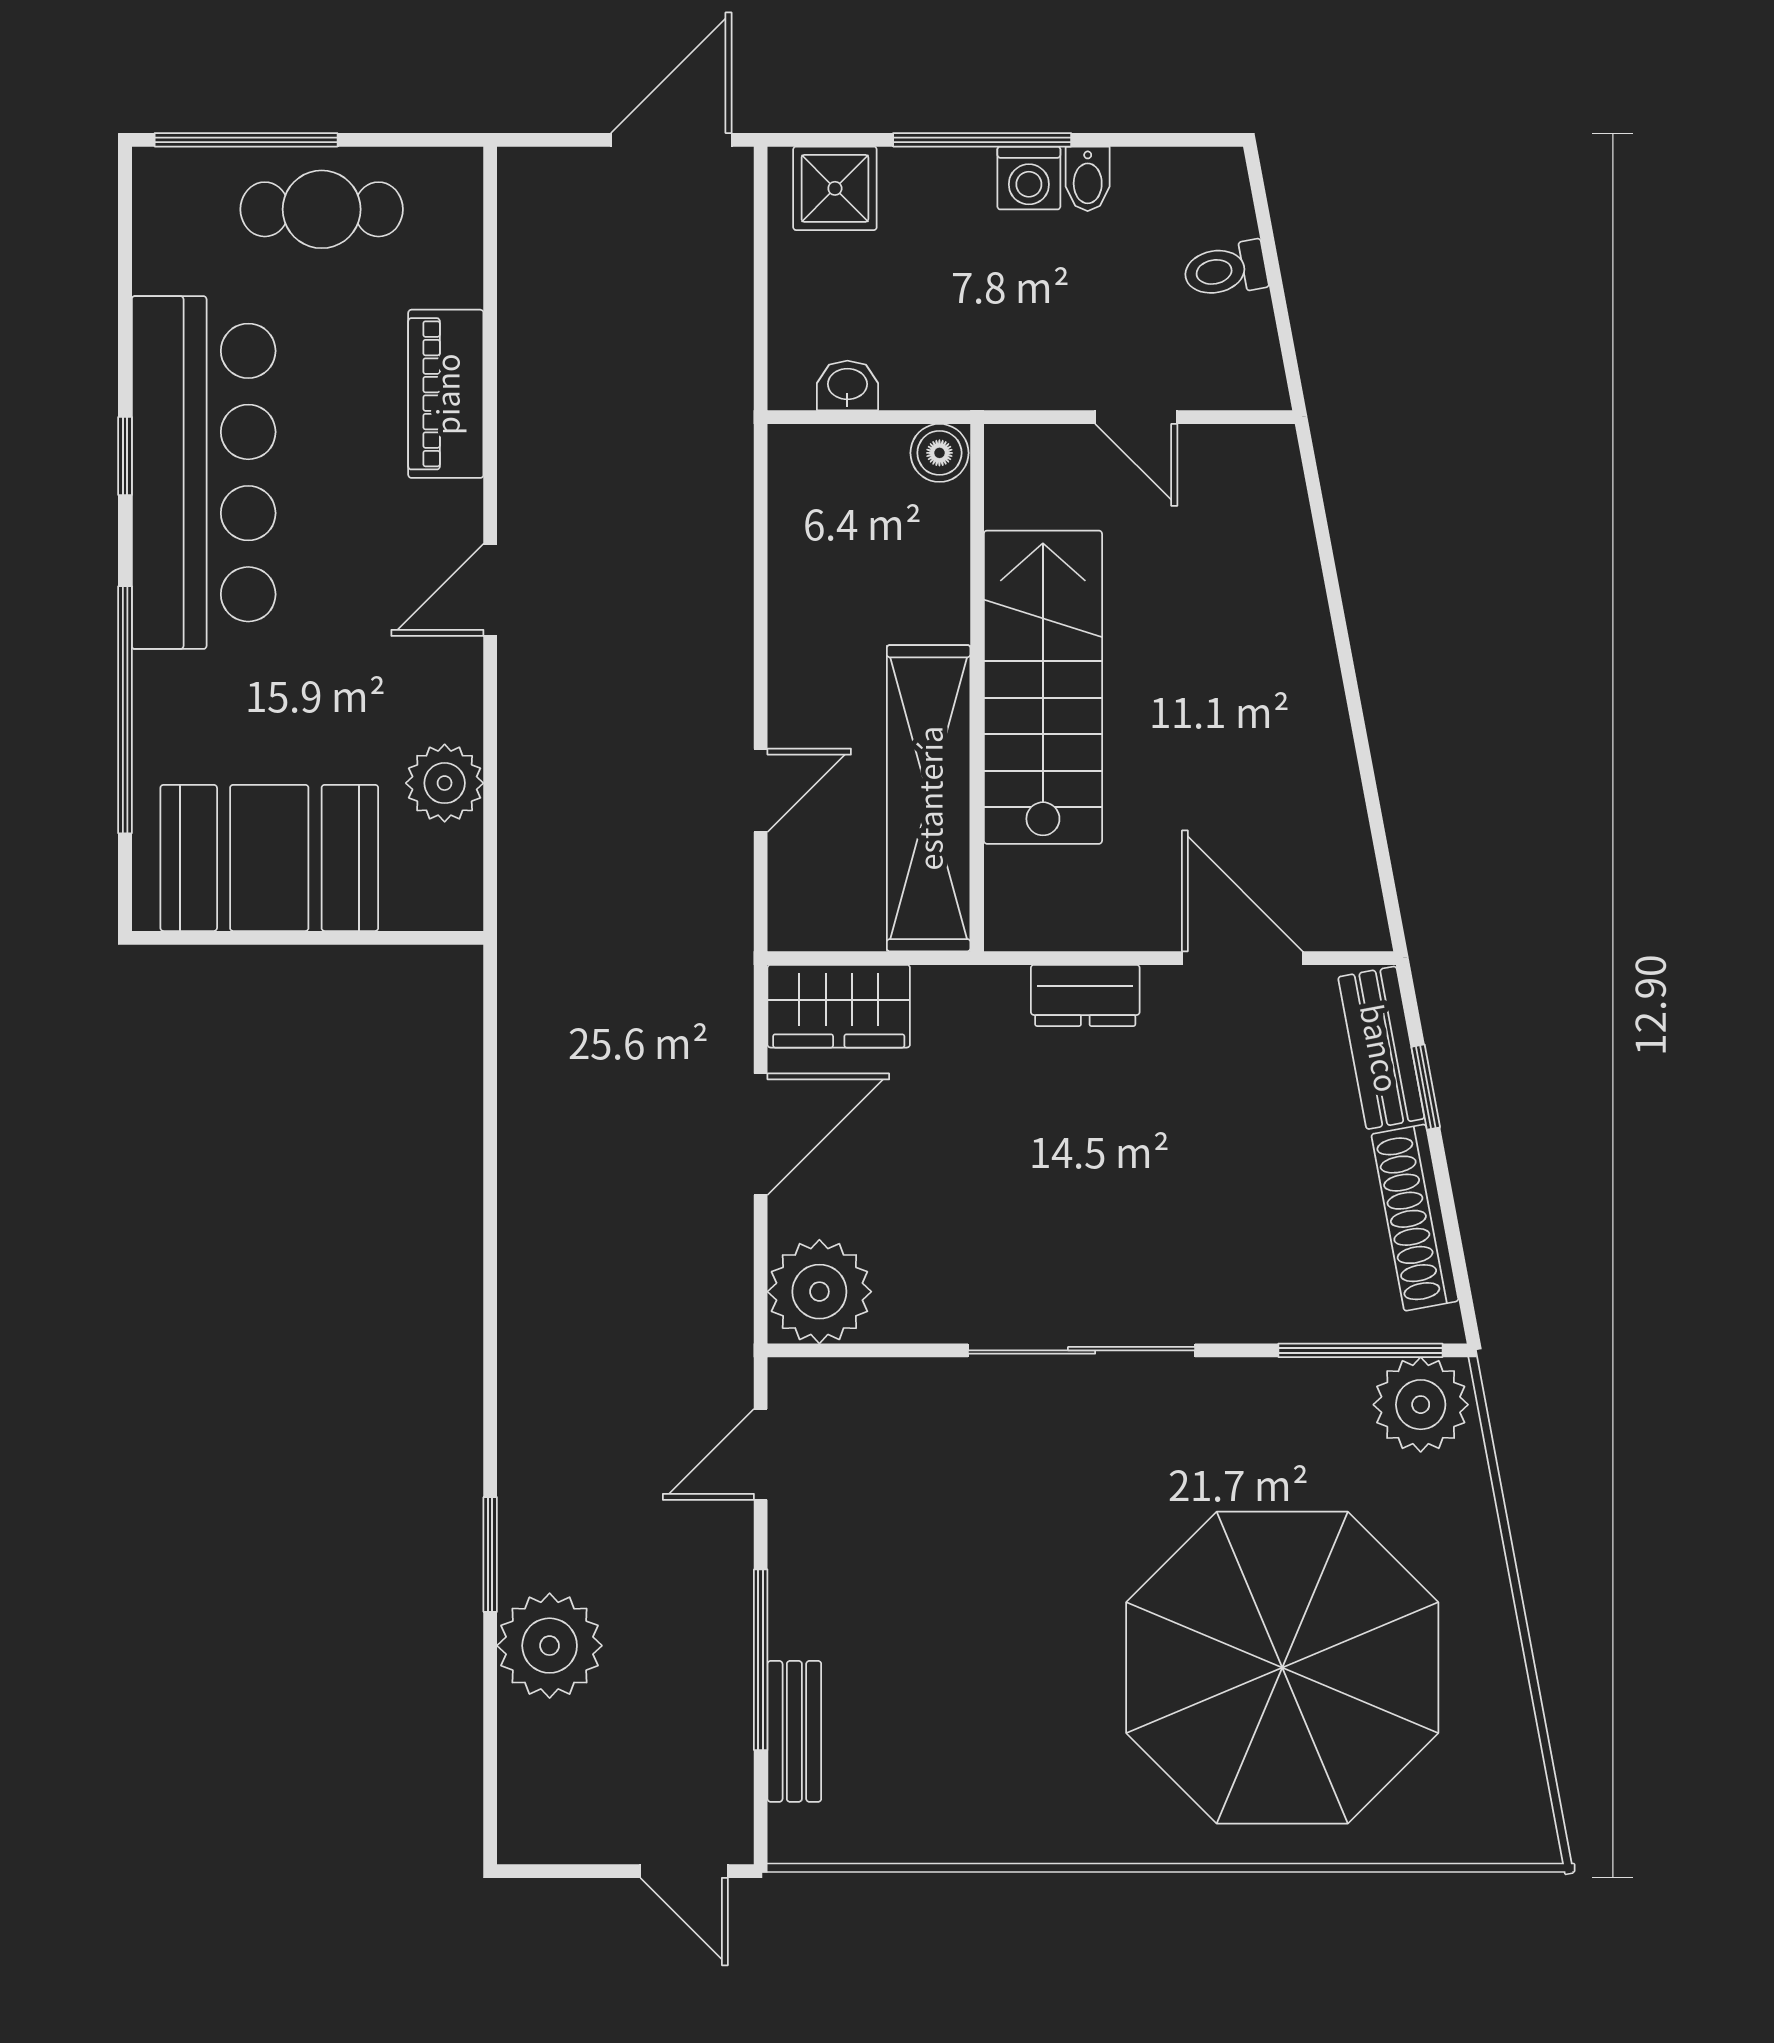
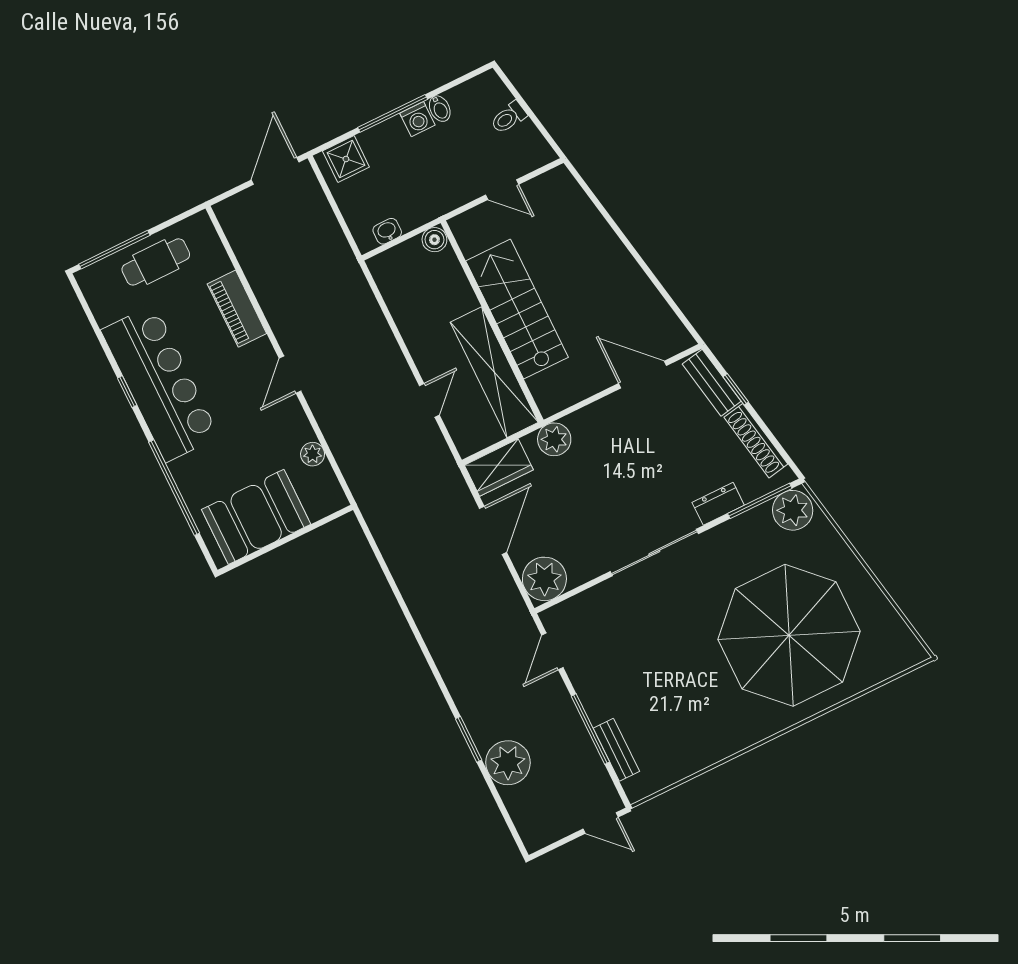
plant: (445, 783) -> (313, 454), width x0.73, depth x0.73
dresser: (1085, 995) -> (718, 504), moved, turned 180
plant: (986, 1004) -> (554, 439), added

